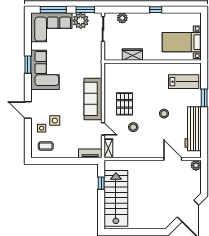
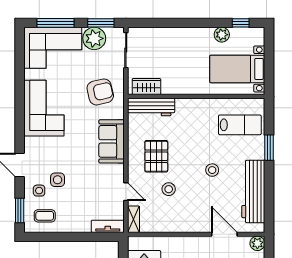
window: (156, 10) -> (241, 23), moved
plant: (122, 18) -> (222, 35), moved
wardrobe: (132, 55) -> (146, 87), moved
armchair: (85, 58) -> (100, 92), added
window: (28, 65) -> (20, 210), moved
workbench: (121, 69) -> (151, 107), added
sofa: (93, 99) -> (112, 141), width x0.73

